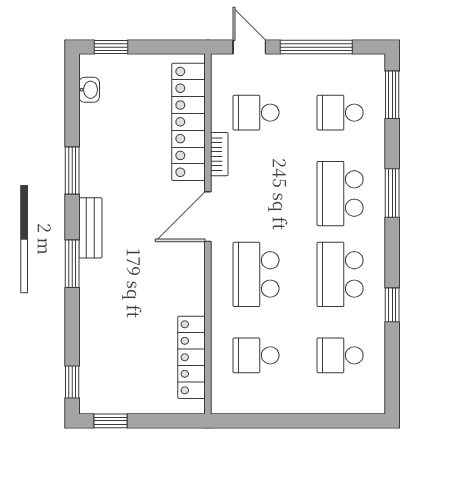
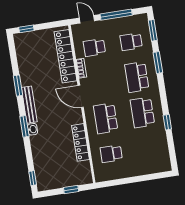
washbasin: (89, 90) -> (32, 129), moved
window: (392, 193) -> (158, 62), moved
door: (208, 217) -> (81, 96), hinge flipped
bench: (90, 228) -> (29, 105), width x1.36
school desk: (340, 355) -> (148, 148), removed
locker: (192, 357) -> (81, 142), moved
window: (111, 421) -> (71, 190), moved

